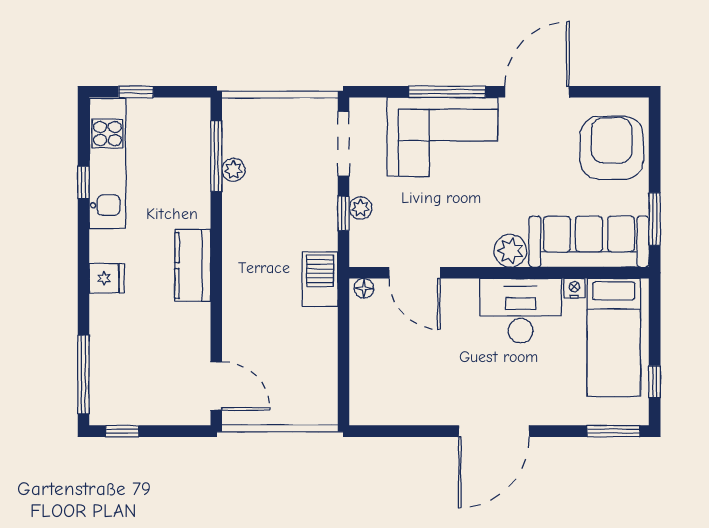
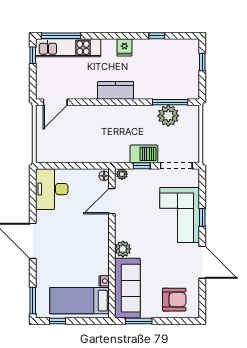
window: (447, 92) -> (202, 217), width x0.46
armchair: (612, 148) -> (174, 300), width x0.73, depth x0.73
kitchen unit: (107, 164) -> (68, 48), moved
plant: (233, 170) -> (168, 116), width x1.88, depth x1.88
plant: (360, 208) -> (122, 174), moved
fridge: (107, 278) -> (124, 47), moved
barbecue: (320, 279) -> (144, 154), moved
desk: (521, 311) -> (52, 189), moved, turned 180

